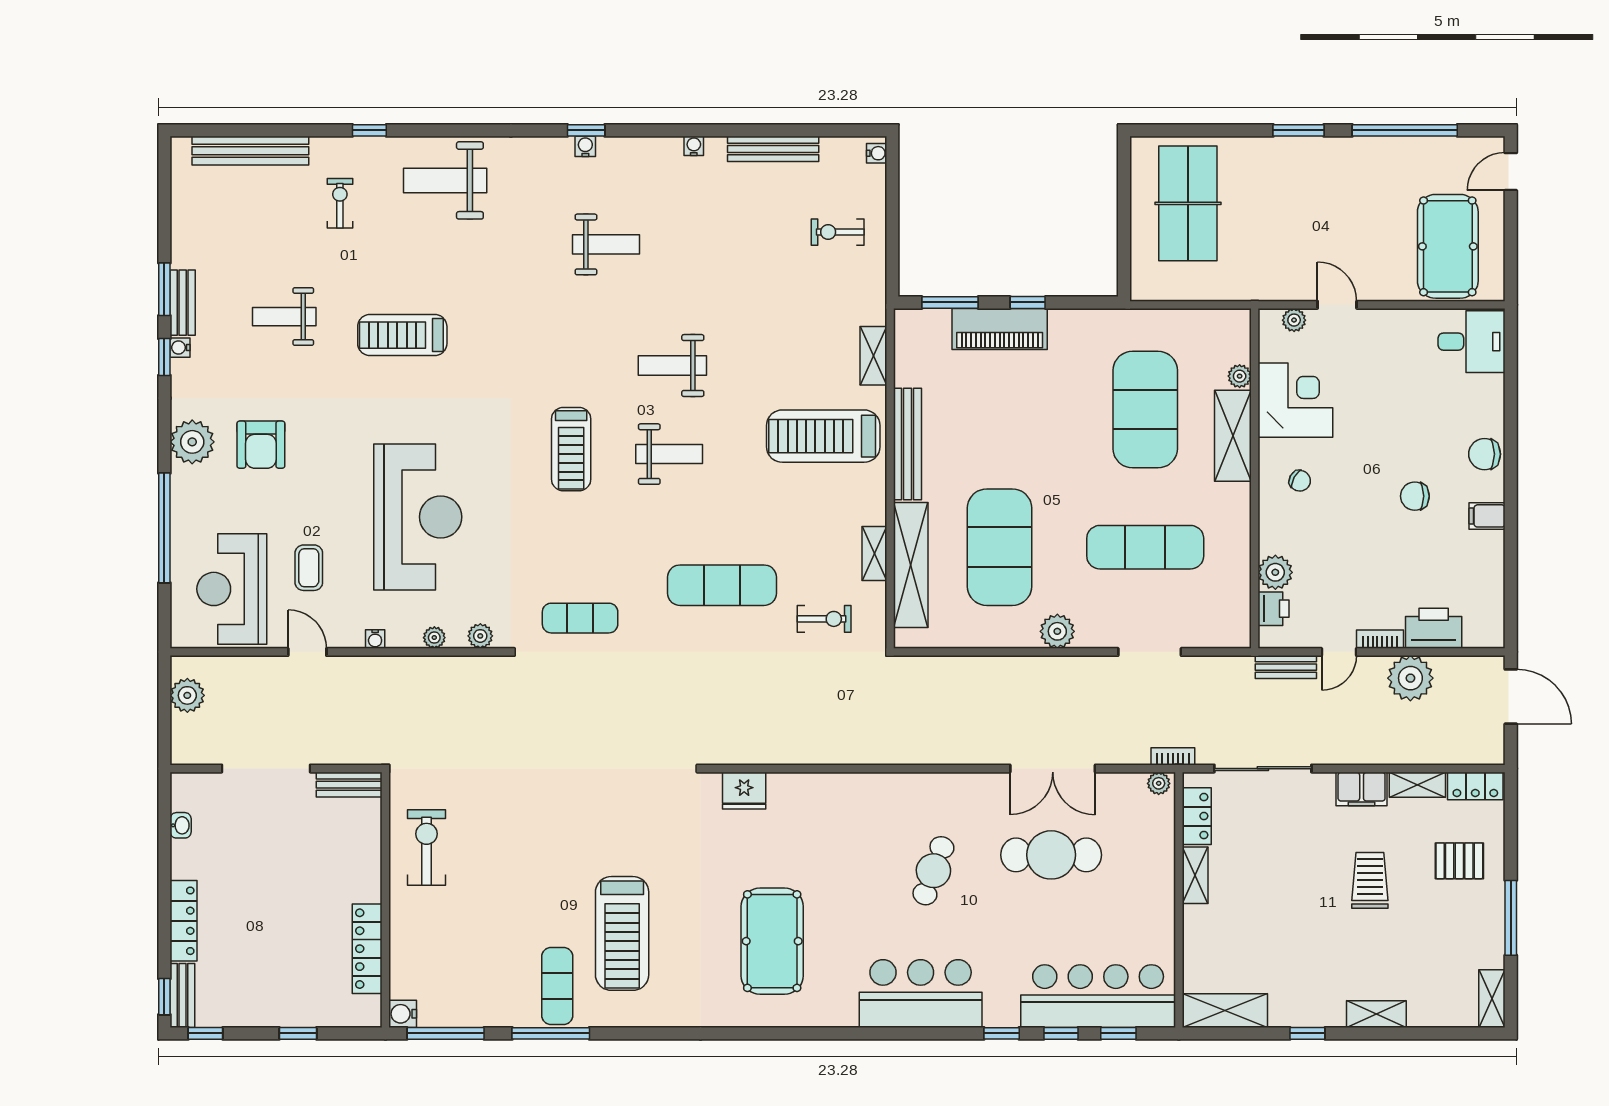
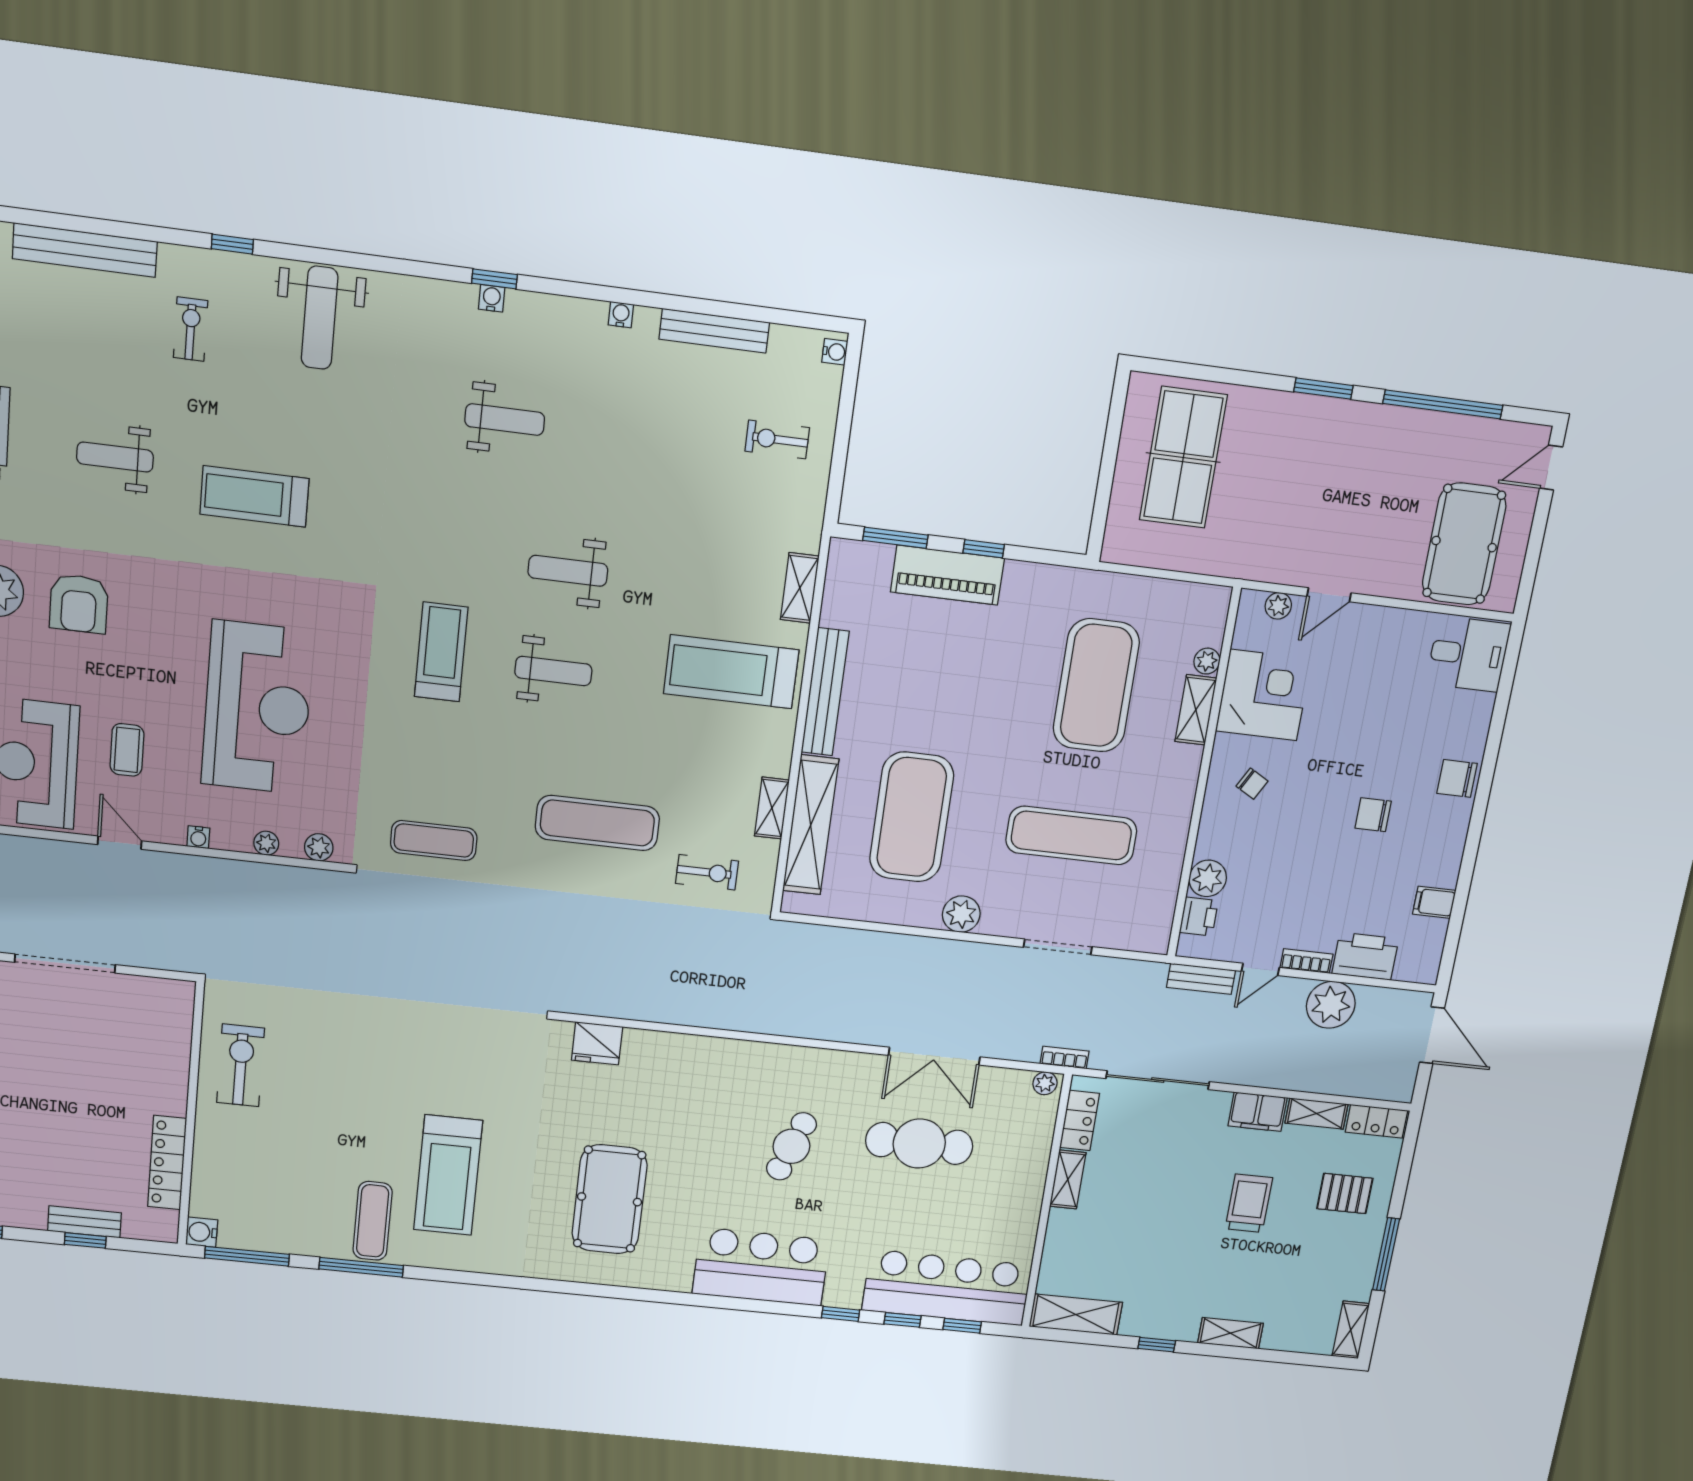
weight bench: (445, 180) -> (320, 318), turned -90
door: (1337, 305) -> (1329, 595), swing flipped
shelving: (1233, 436) -> (1196, 710), width x0.67, depth x0.75
treadmill: (571, 449) -> (441, 652), turned 180
filing cabinet: (1487, 516) -> (1434, 902), moved
bench: (349, 785) -> (84, 1222), moved

